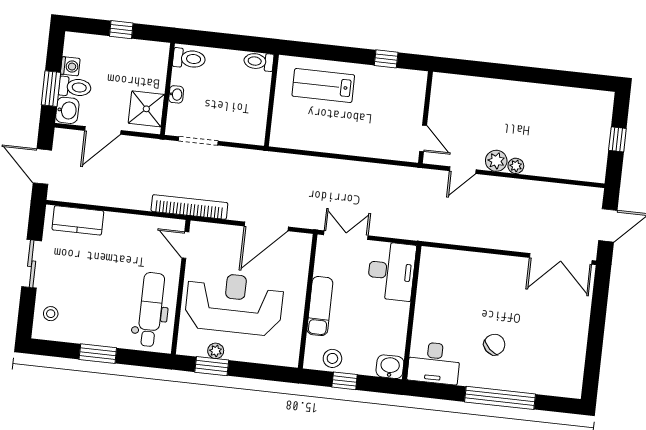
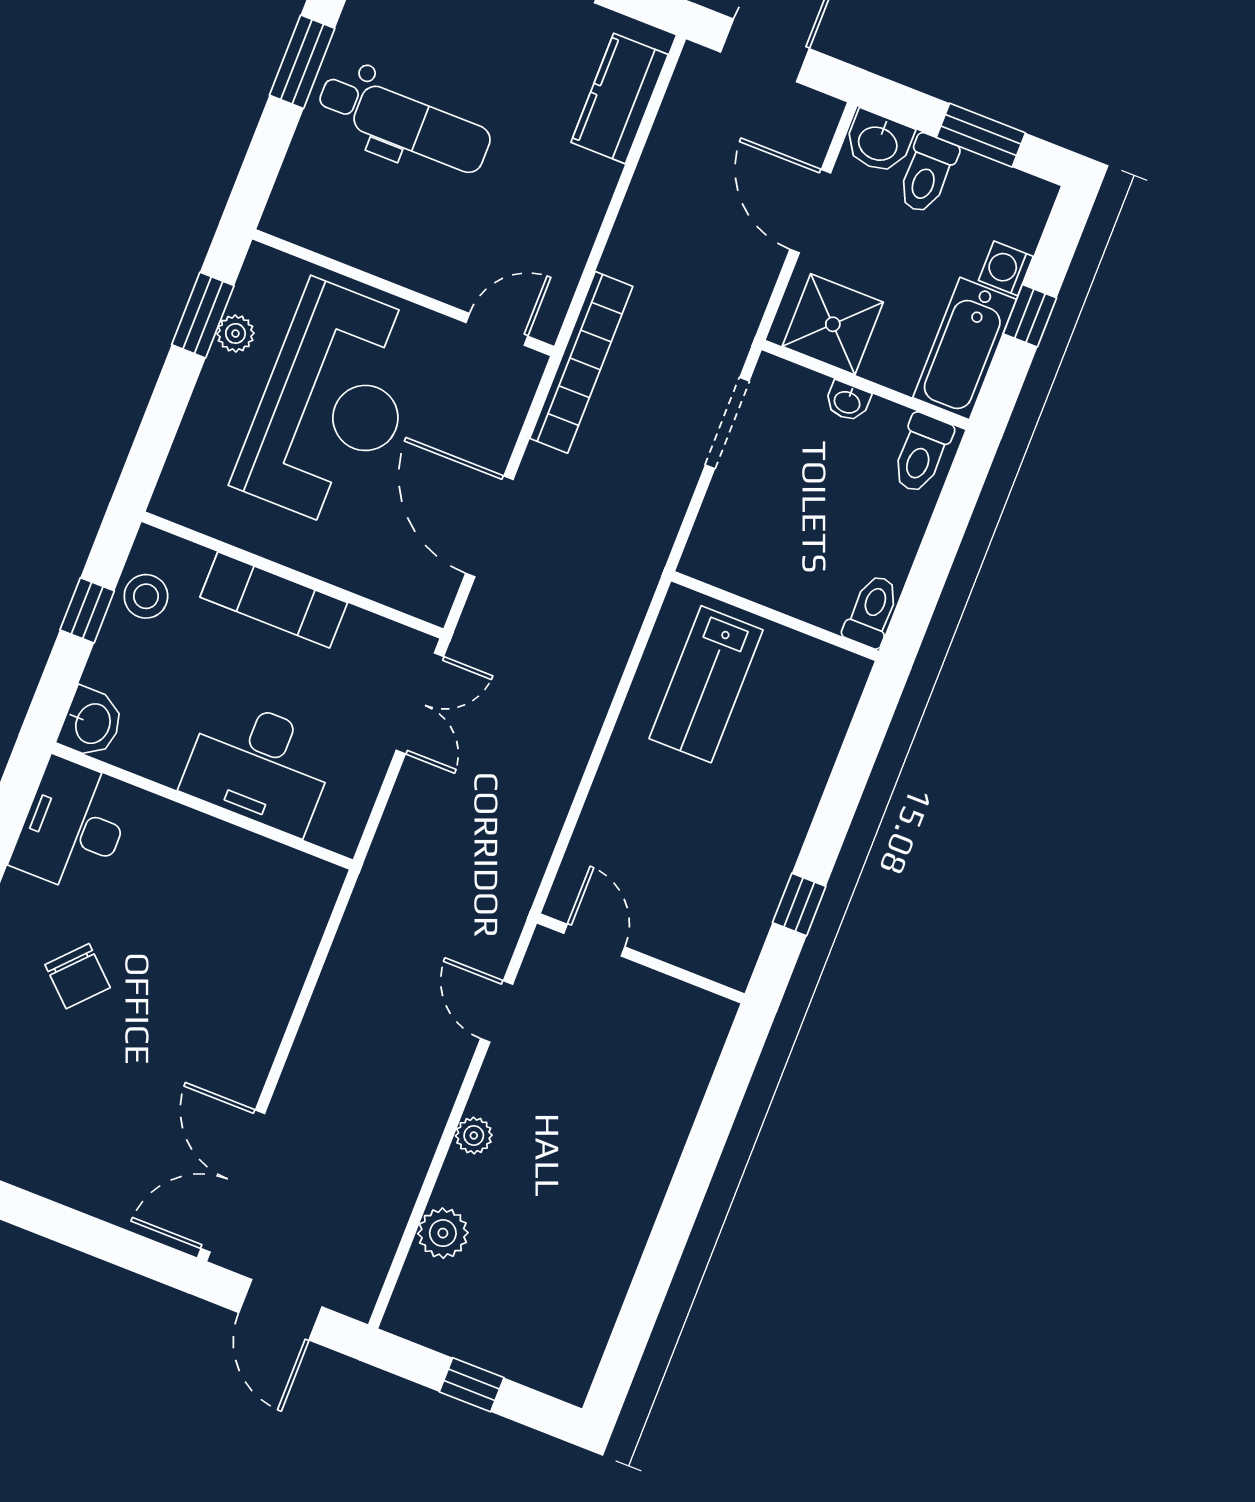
bathtub: (142, 53) -> (965, 348), added
washing machine: (70, 66) -> (1006, 268), moved, turned 90
lab bench: (323, 85) -> (706, 684), moved, turned 180
window: (51, 89) -> (981, 135), moved
door: (423, 138) -> (594, 940), swing flipped
plant: (496, 161) -> (443, 1233), moved
desk: (391, 271) -> (259, 766), moved
dental chair: (151, 310) -> (404, 122), moved

